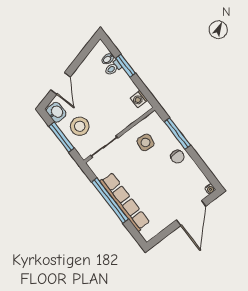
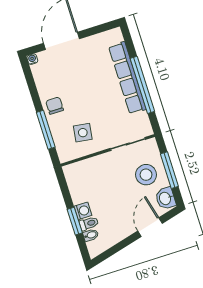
washing machine: (139, 99) -> (83, 211), moved

